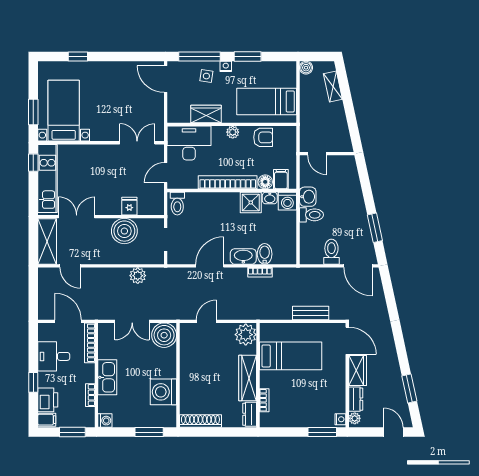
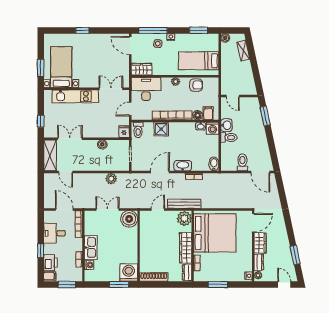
window: (78, 57) -> (82, 30), moved
window: (248, 57) -> (199, 30), moved
wardrobe: (206, 114) -> (142, 69), moved
window: (33, 163) -> (41, 121), moved
kitchen unit: (48, 178) -> (75, 96), moved, turned 90
shower: (251, 202) -> (161, 129), moved
fridge: (129, 206) -> (124, 132), moved
window: (375, 228) -> (265, 116), moved
boiler: (124, 231) -> (102, 144), width x0.54, depth x0.54
bidet: (265, 254) -> (214, 164), moved
bench: (311, 313) -> (184, 204), moved, width x1.36
double door: (132, 321) -> (107, 210), swing flipped
door: (347, 341) -> (253, 223), hinge flipped
bed: (291, 356) -> (215, 233), width x2.04
washing machine: (163, 392) -> (129, 273), moved, turned 90
washing machine: (105, 421) -> (89, 265), moved
window: (322, 432) -> (218, 284), moved

